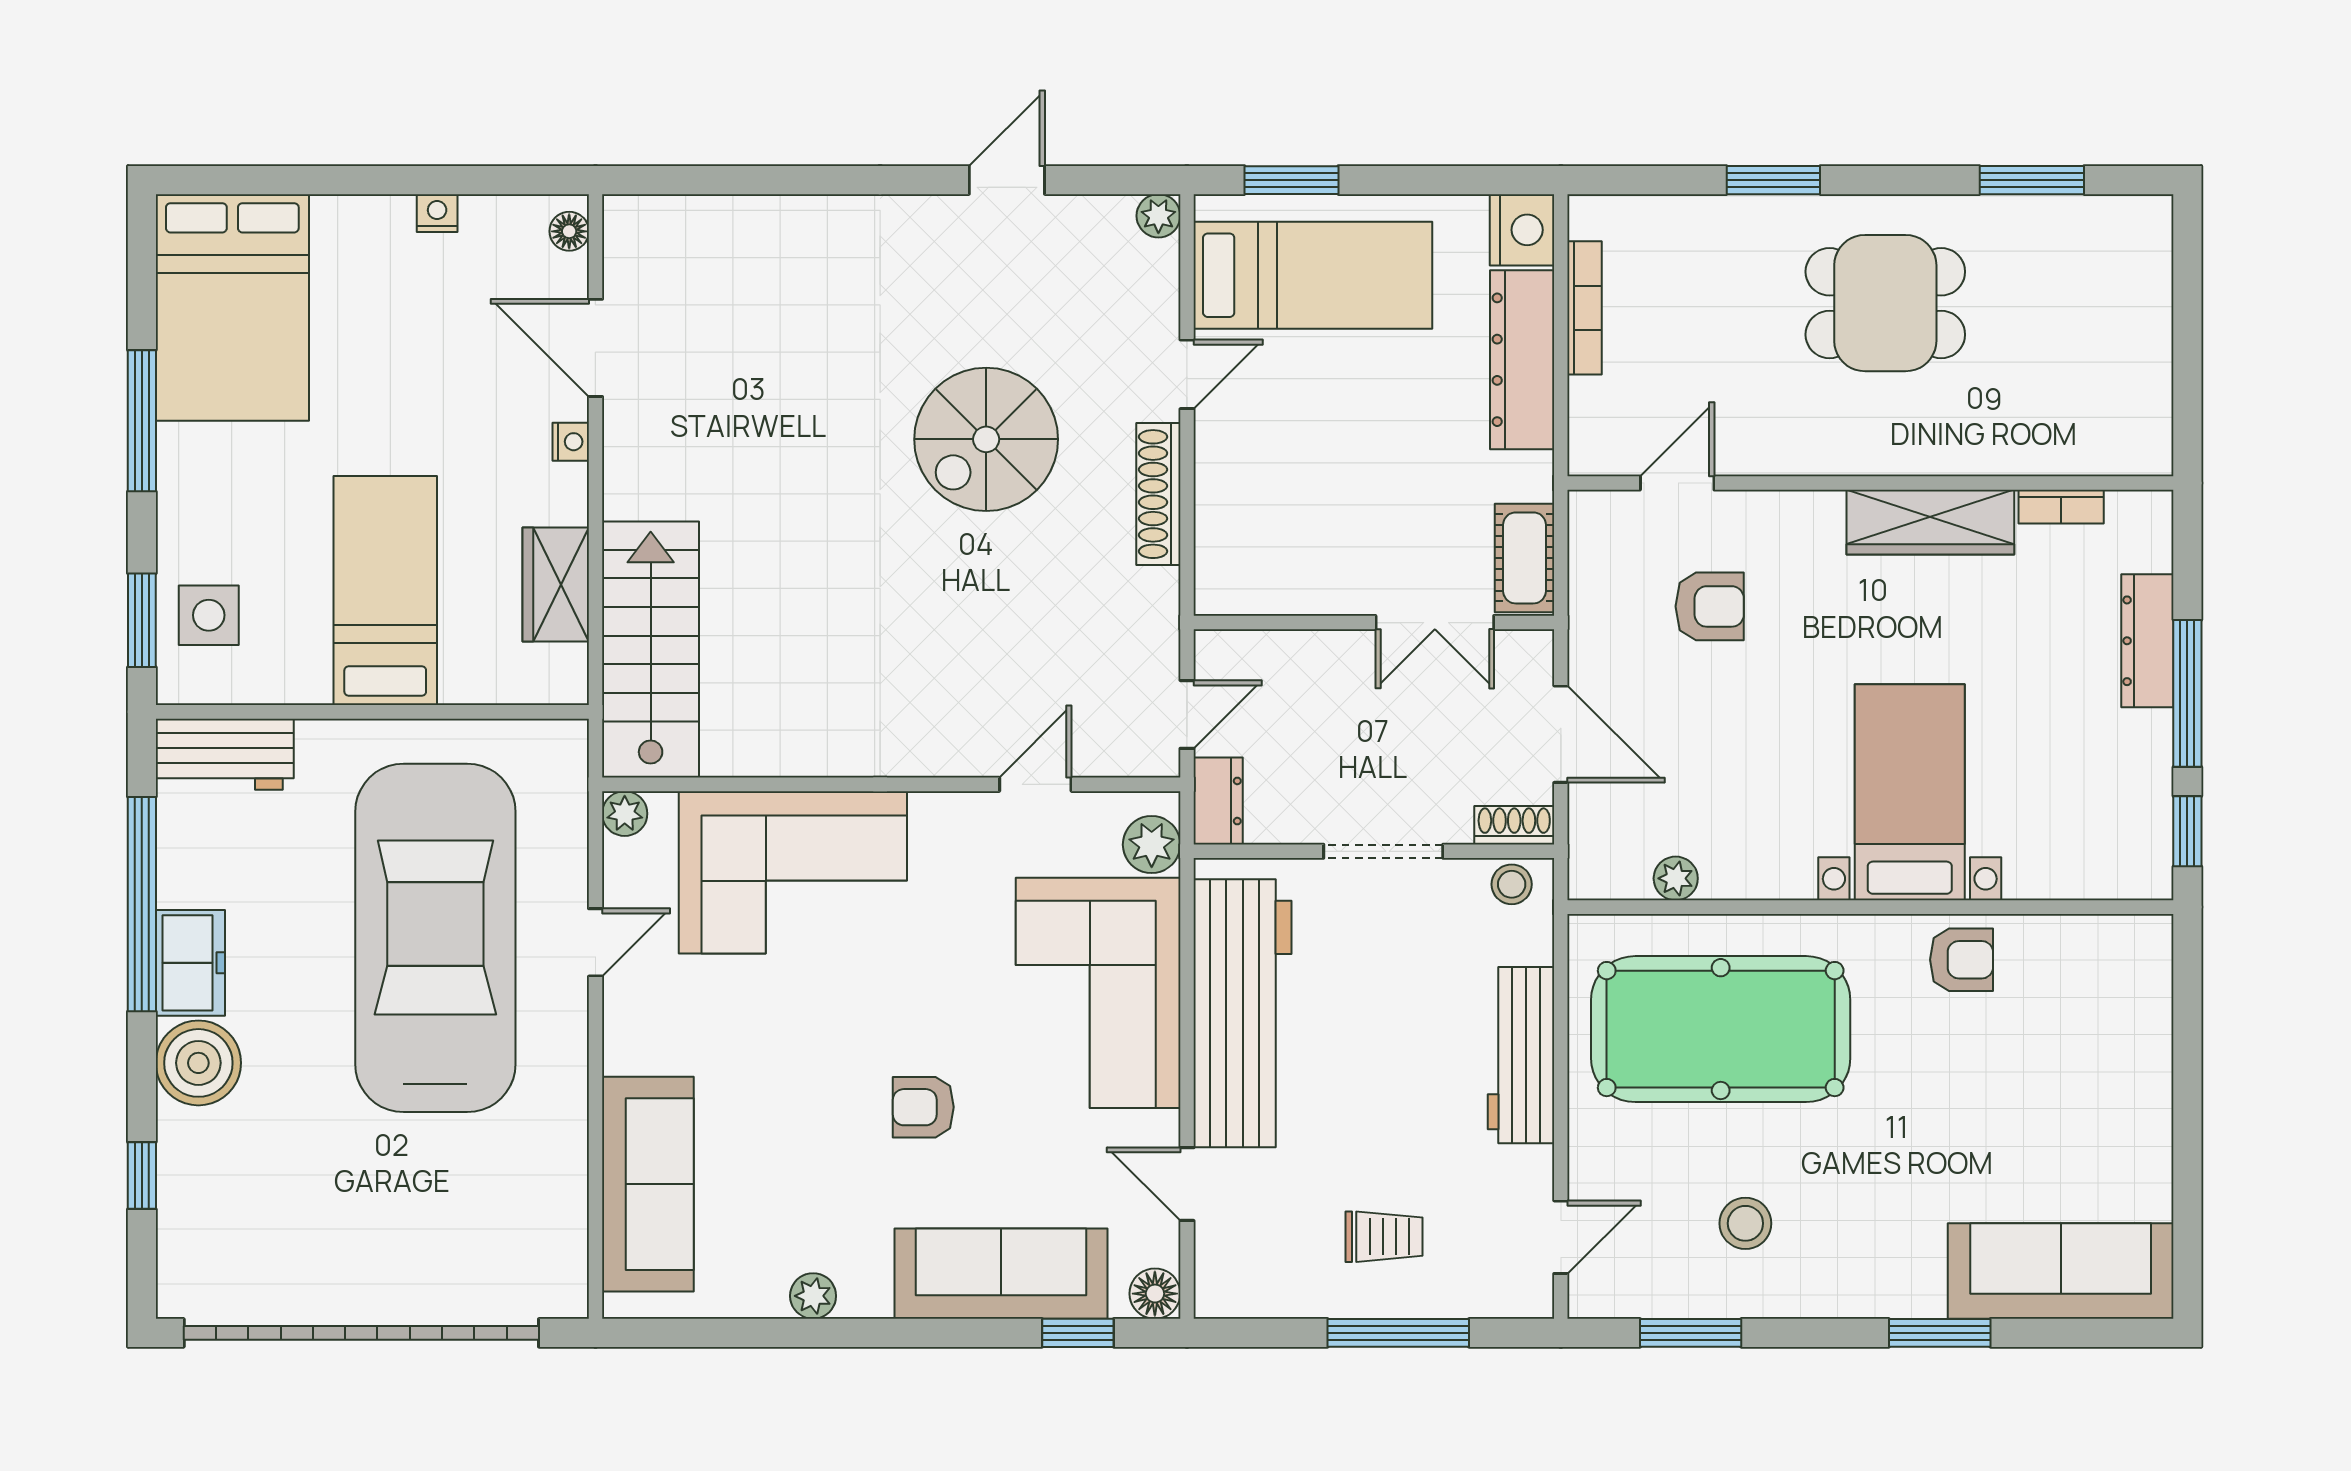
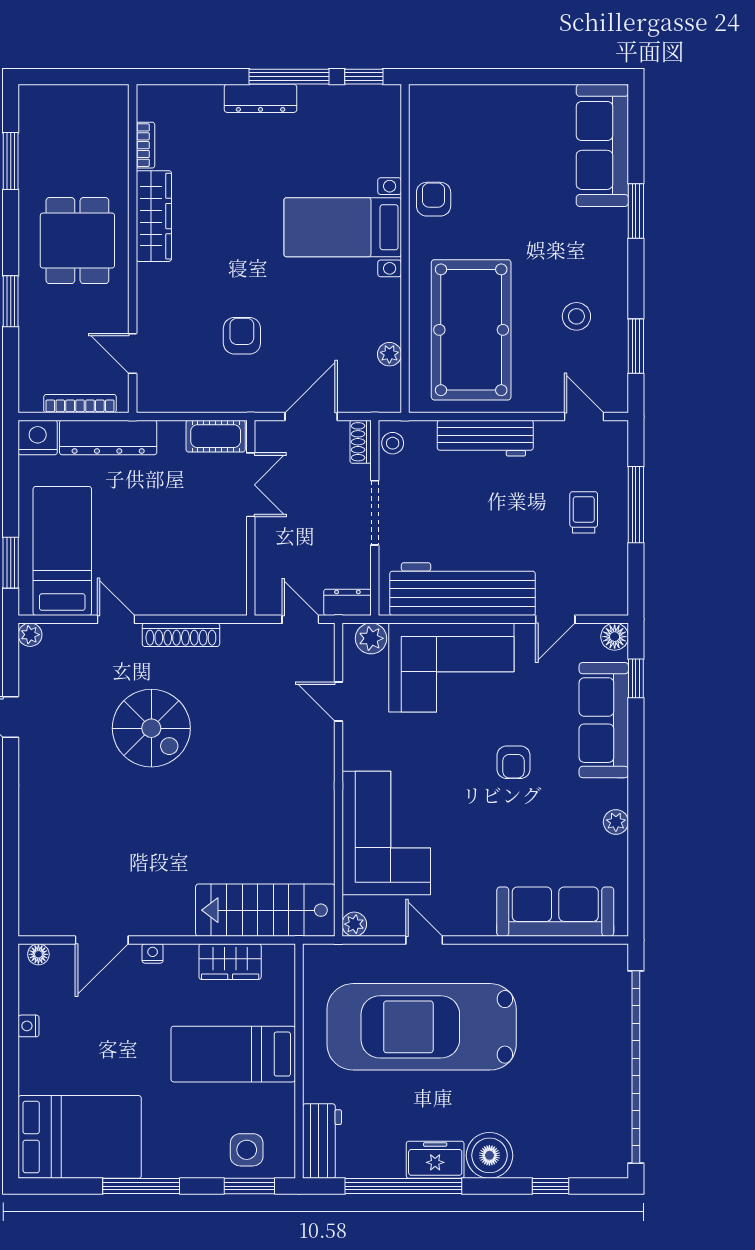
door: (1677, 483) -> (133, 353), moved
wall: (1870, 483) -> (133, 249), moved
bookcase: (2061, 507) -> (145, 145), moved
wardrobe: (1930, 522) -> (154, 216), moved

